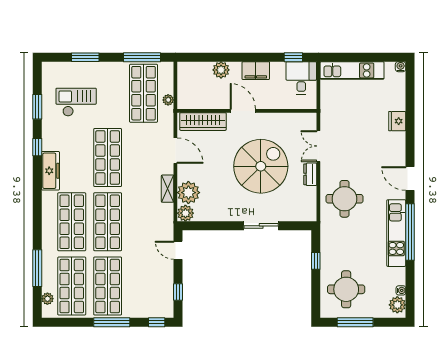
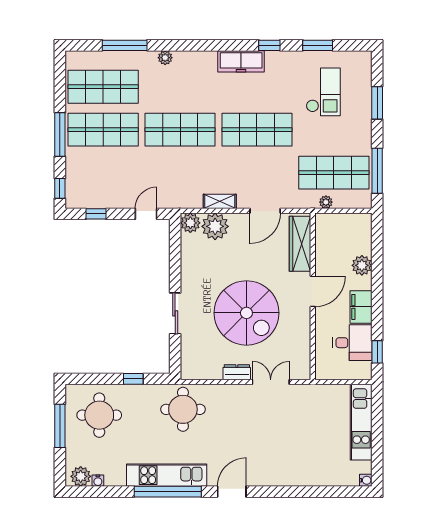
desk: (301, 78) -> (352, 343), moved
fridge: (397, 121) -> (301, 476), removed
round table: (345, 199) -> (183, 409), moved
shop shelf: (72, 222) -> (180, 87), removed
plant: (47, 299) -> (165, 58), moved

